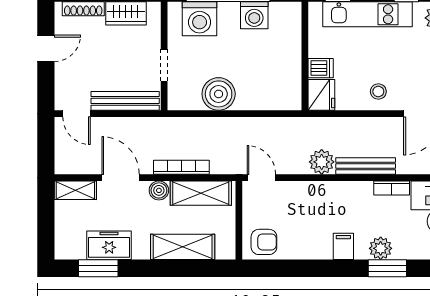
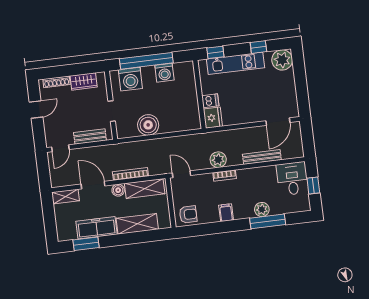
stool: (378, 91) -> (248, 111), removed
bench: (125, 101) -> (90, 137), width x0.73
door: (76, 114) -> (60, 148), hinge flipped
bench: (366, 166) -> (262, 157), moved
bookcase: (392, 188) -> (225, 175), moved
freezer: (109, 245) -> (97, 228), width x1.40
filing cabinet: (343, 246) -> (226, 213), moved
window: (387, 268) -> (268, 221), width x1.44

